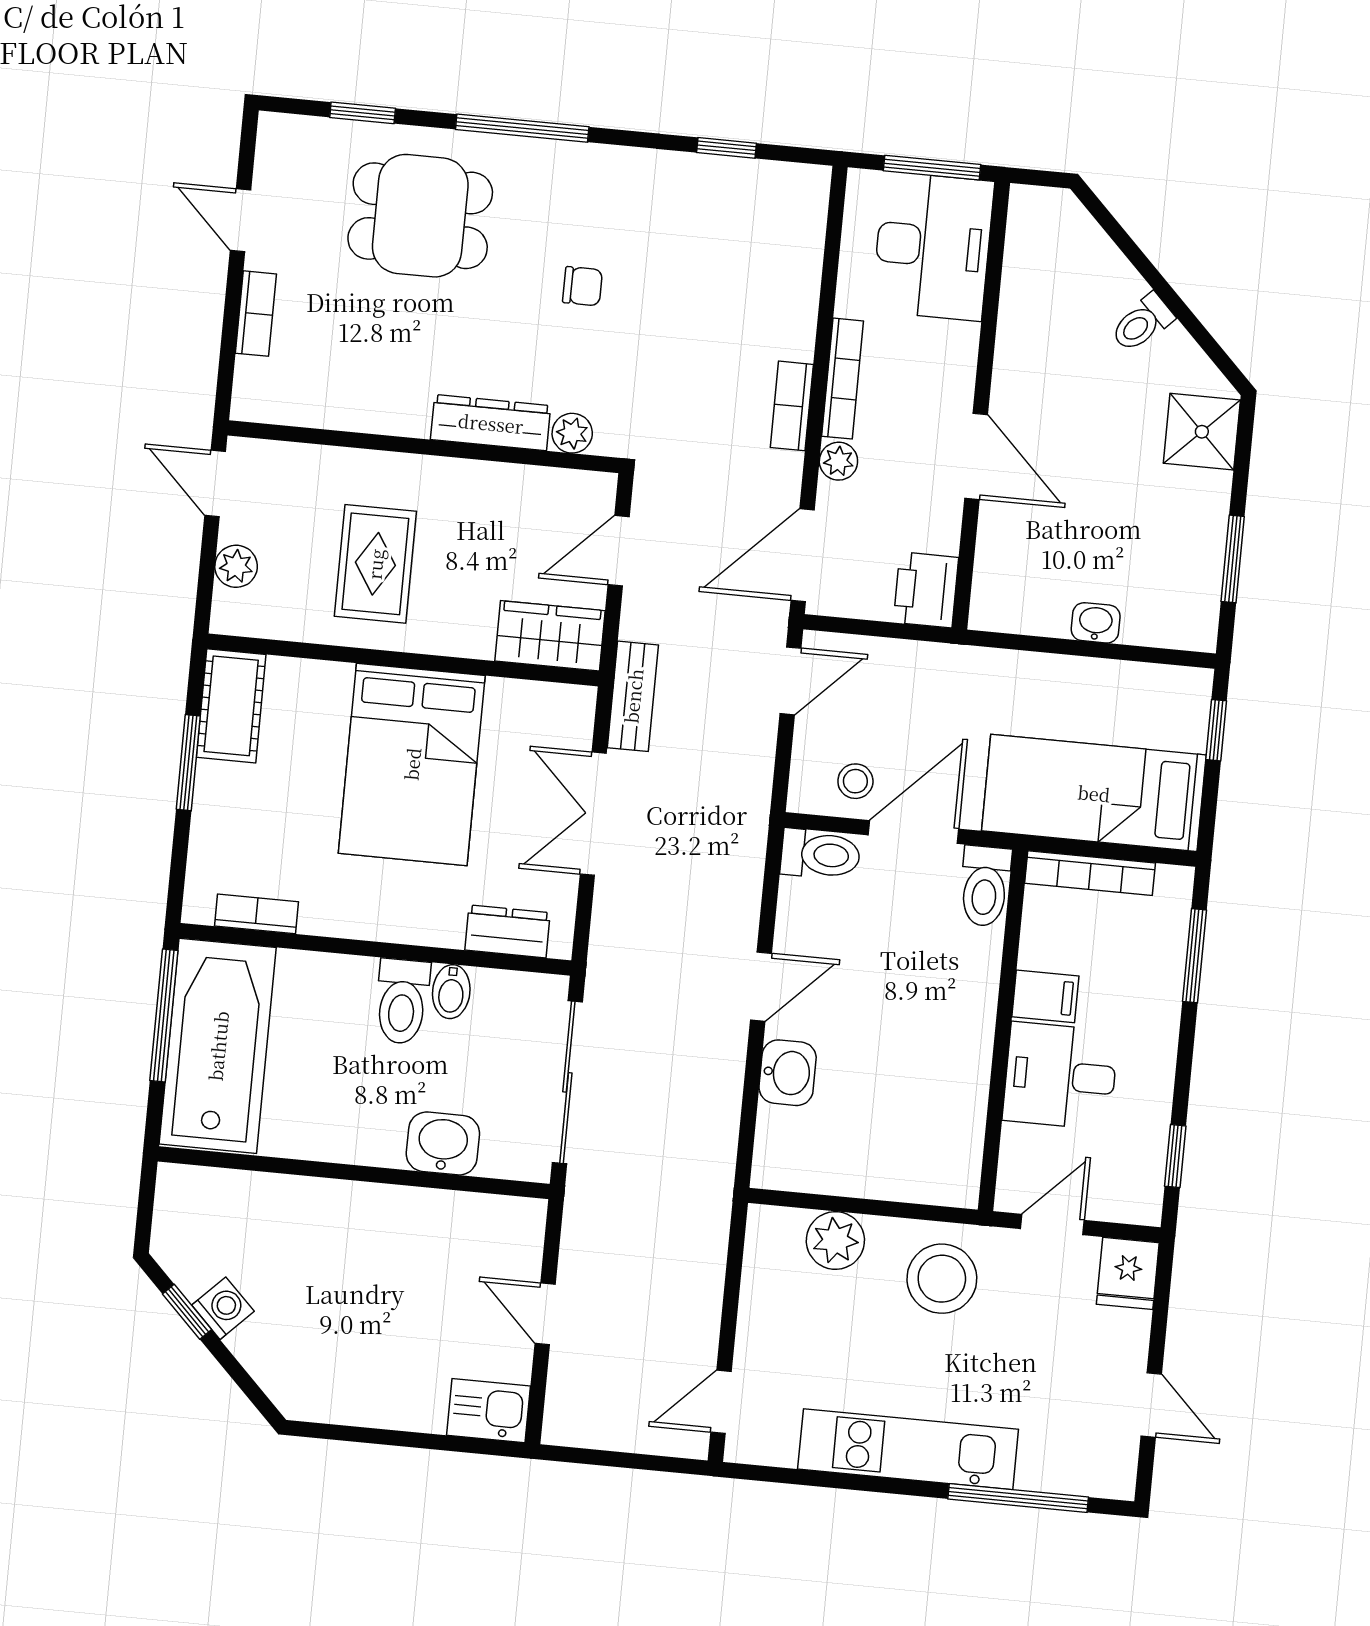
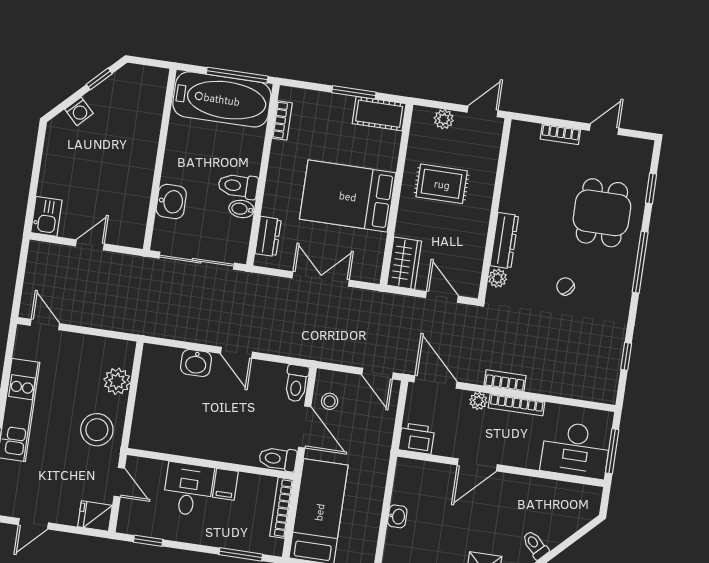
chair: (582, 286) -> (565, 286), turned 131
bench: (633, 696) -> (374, 300), removed
washing machine: (223, 1308) -> (79, 111), moved

